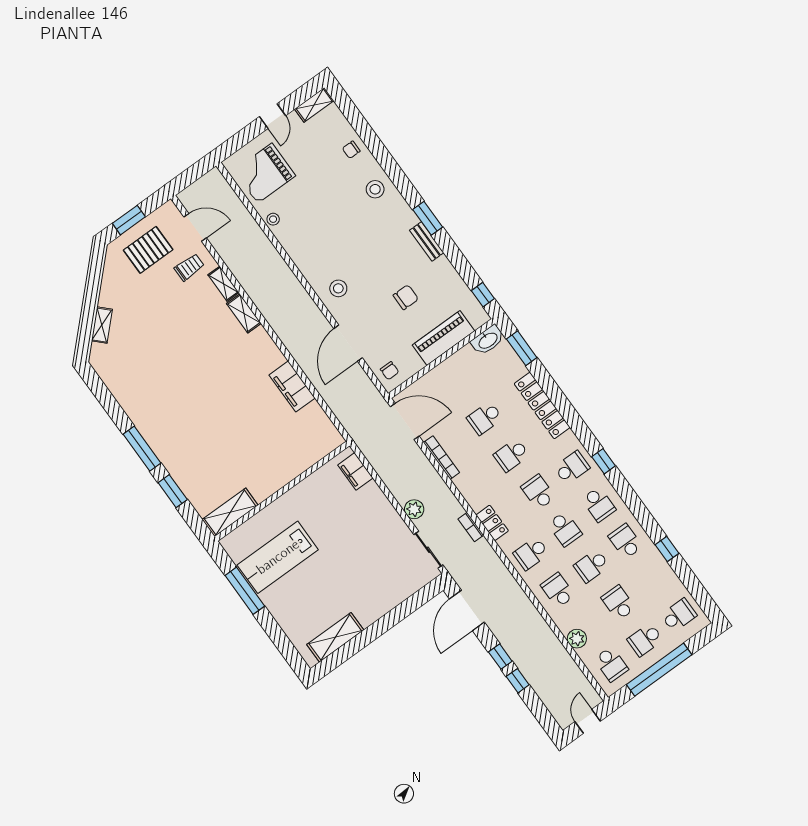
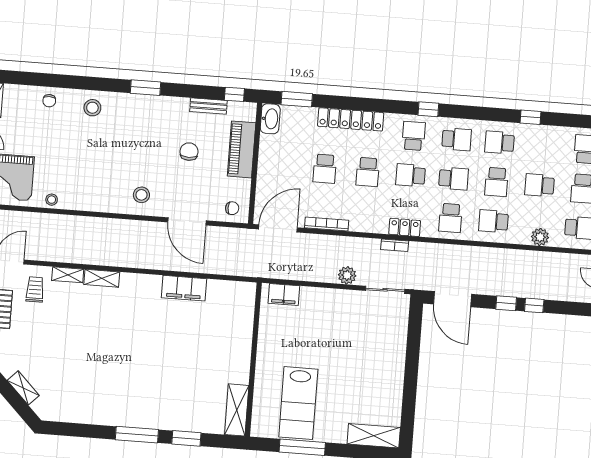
bench: (427, 242) -> (208, 106), moved
shelving: (335, 637) -> (374, 436), moved, turned 90

